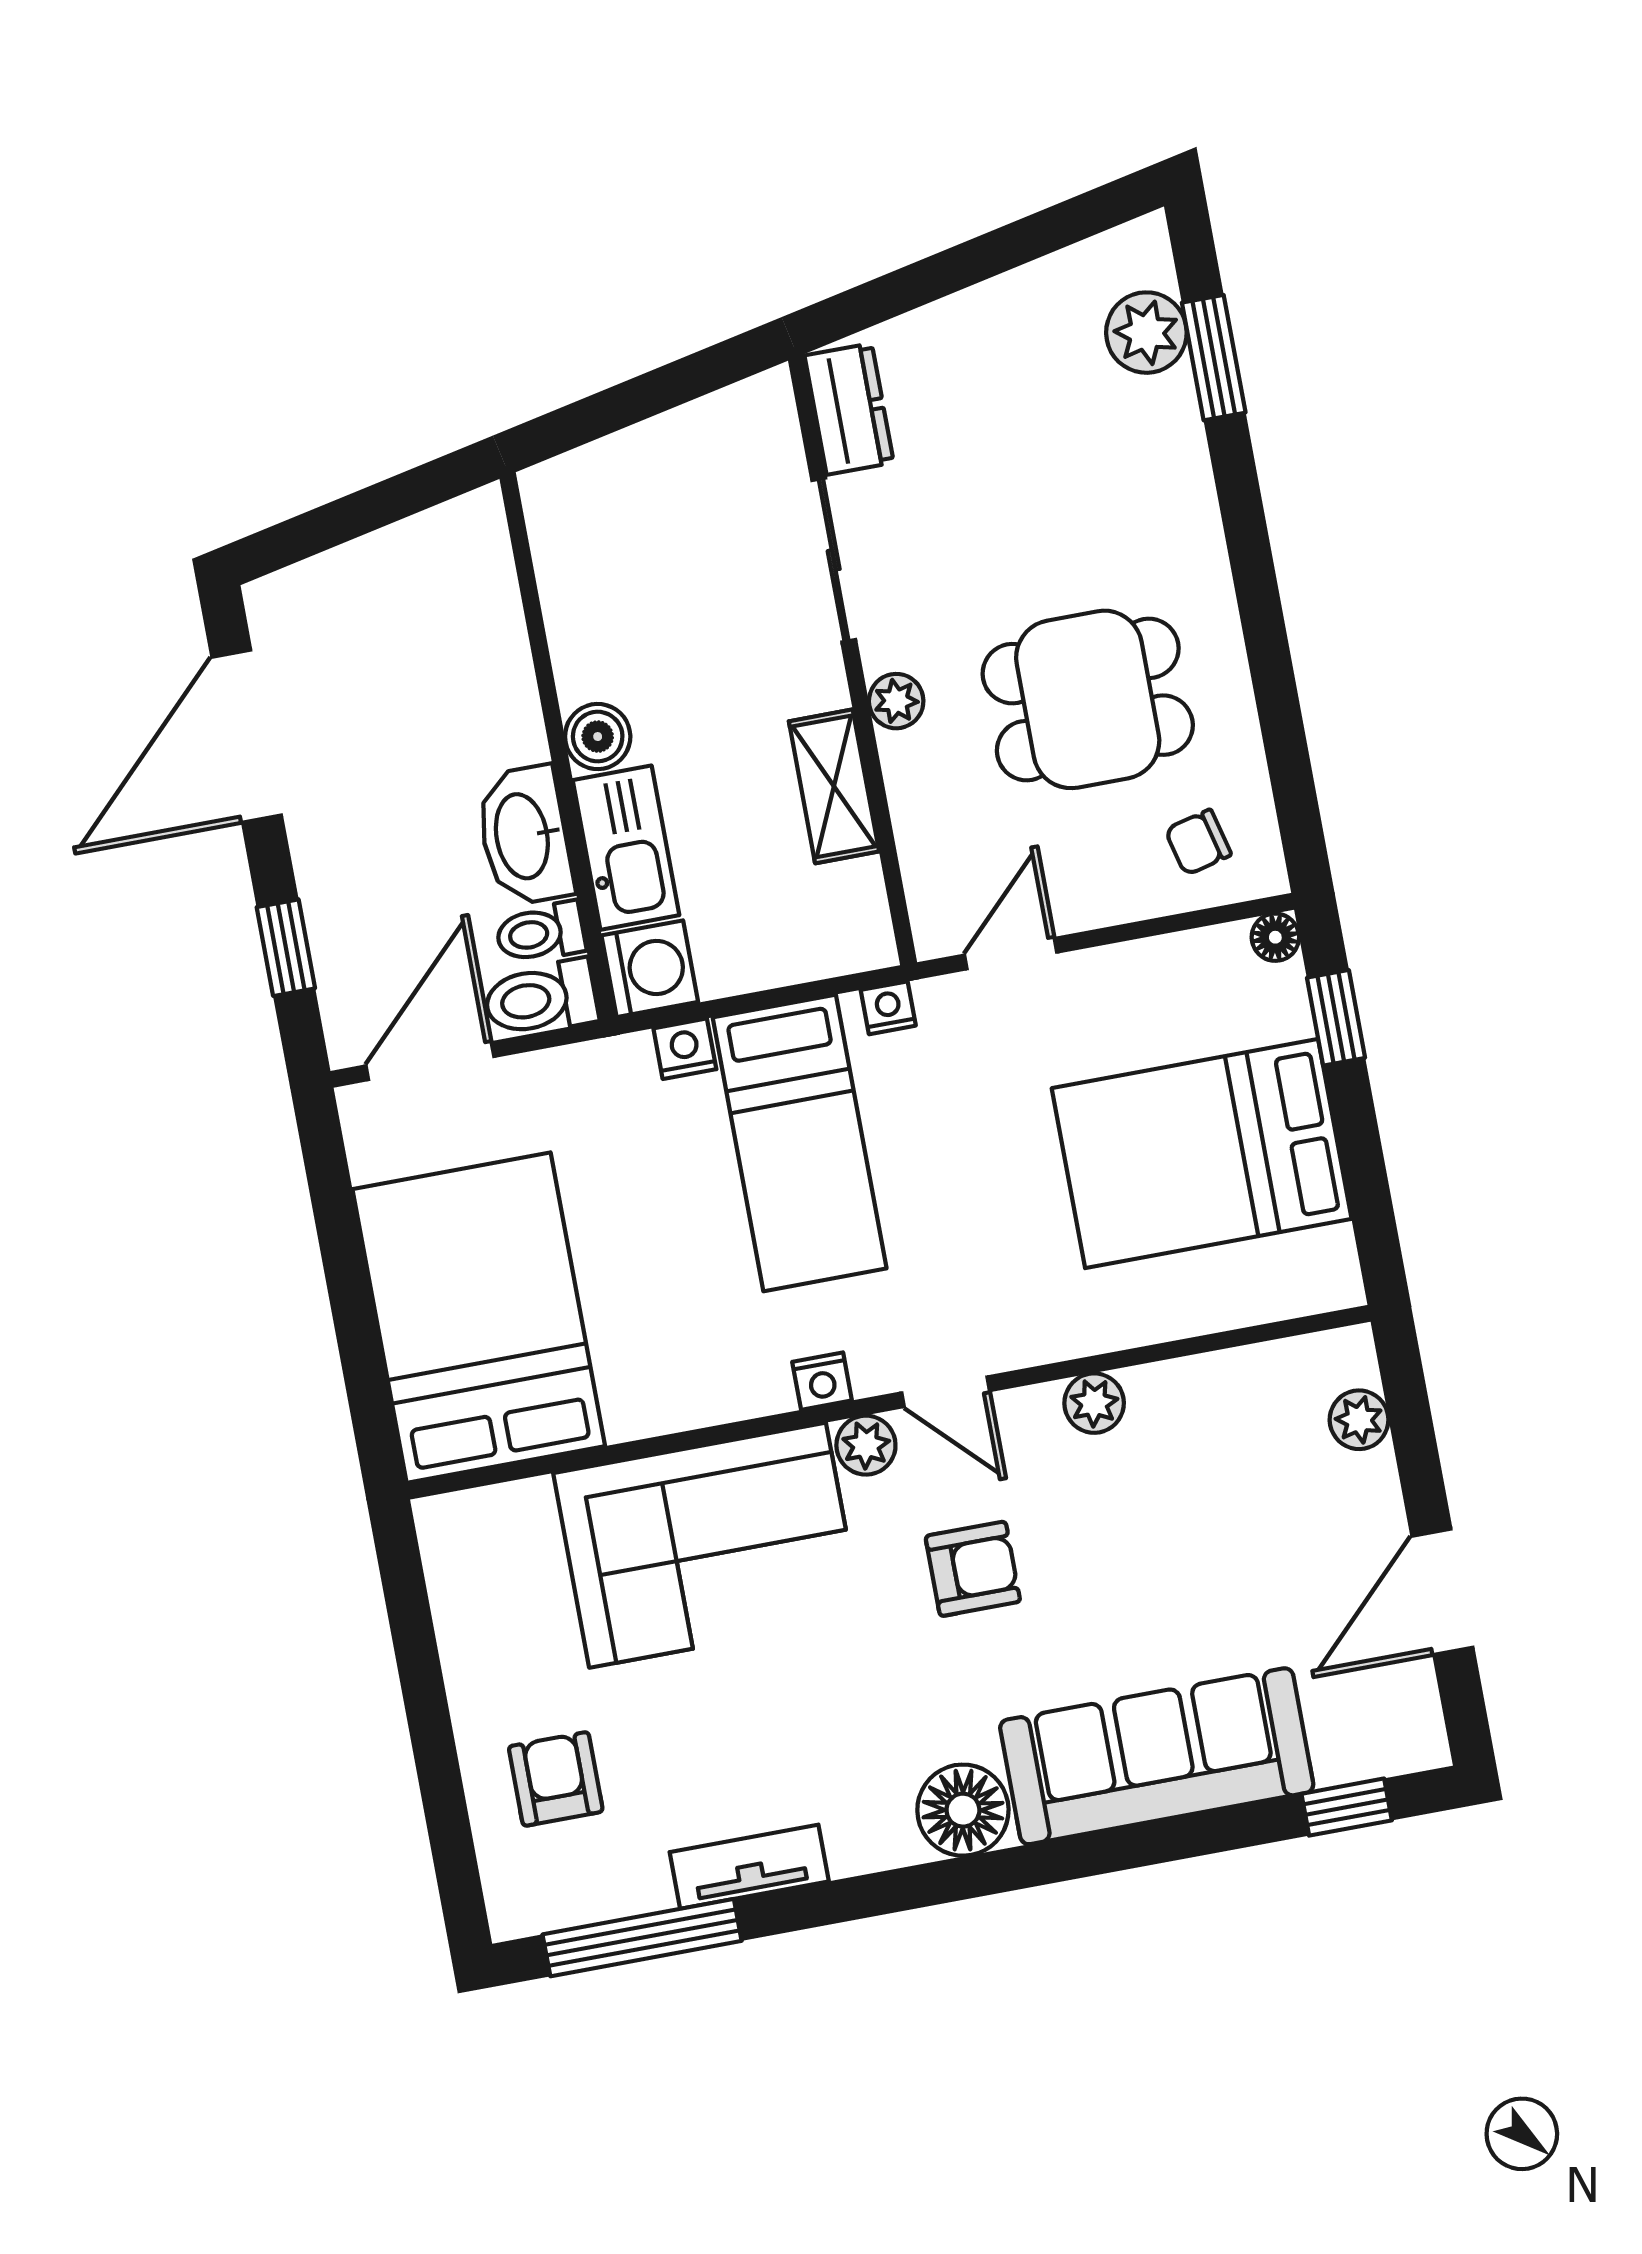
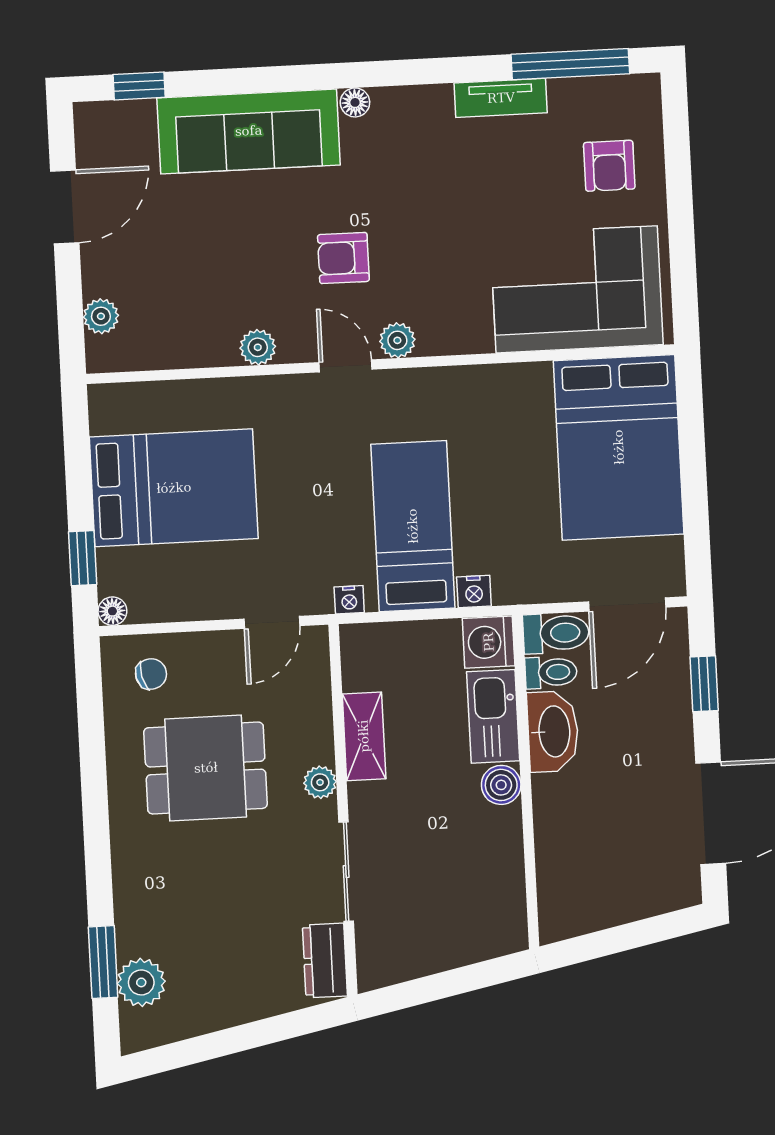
nightstand: (822, 1381) -> (418, 382), removed
corner sofa: (708, 1545) -> (577, 289), moved
floor lamp: (963, 1810) -> (355, 102), width x0.53, depth x0.53

